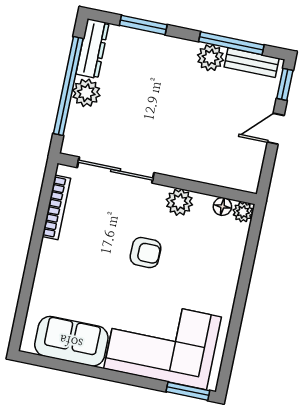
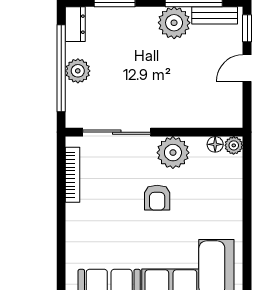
dresser: (92, 49) -> (75, 24), width x0.70
plant: (210, 58) -> (174, 23), width x1.36, depth x1.36
plant: (179, 202) -> (173, 153), width x1.36, depth x1.36
armchair: (145, 253) -> (157, 198), turned 90

